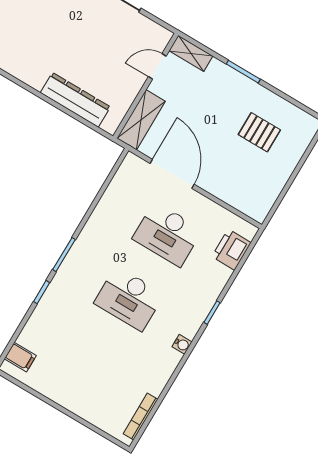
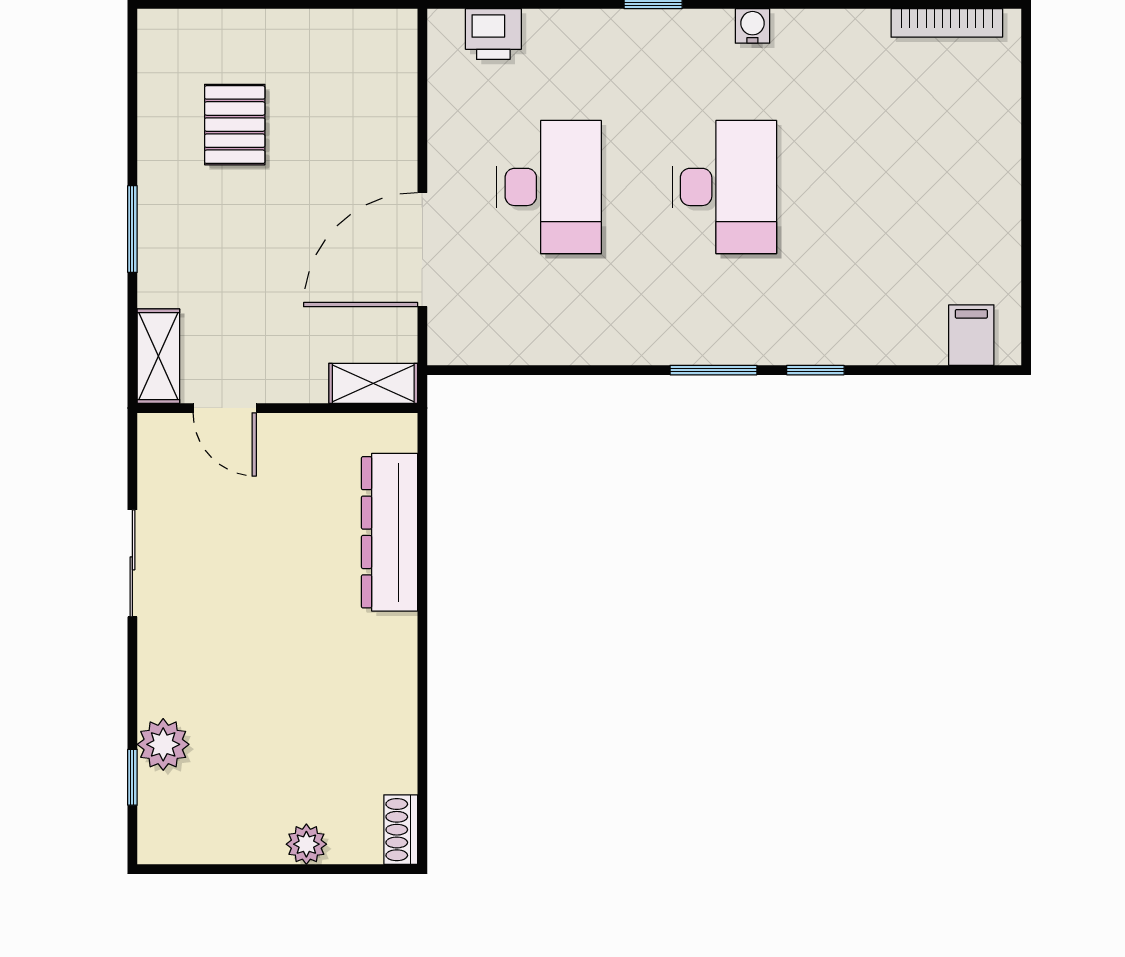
shelving: (141, 120) -> (373, 383), width x0.67, depth x0.75
printer: (231, 250) -> (493, 34), width x0.73, depth x0.81

